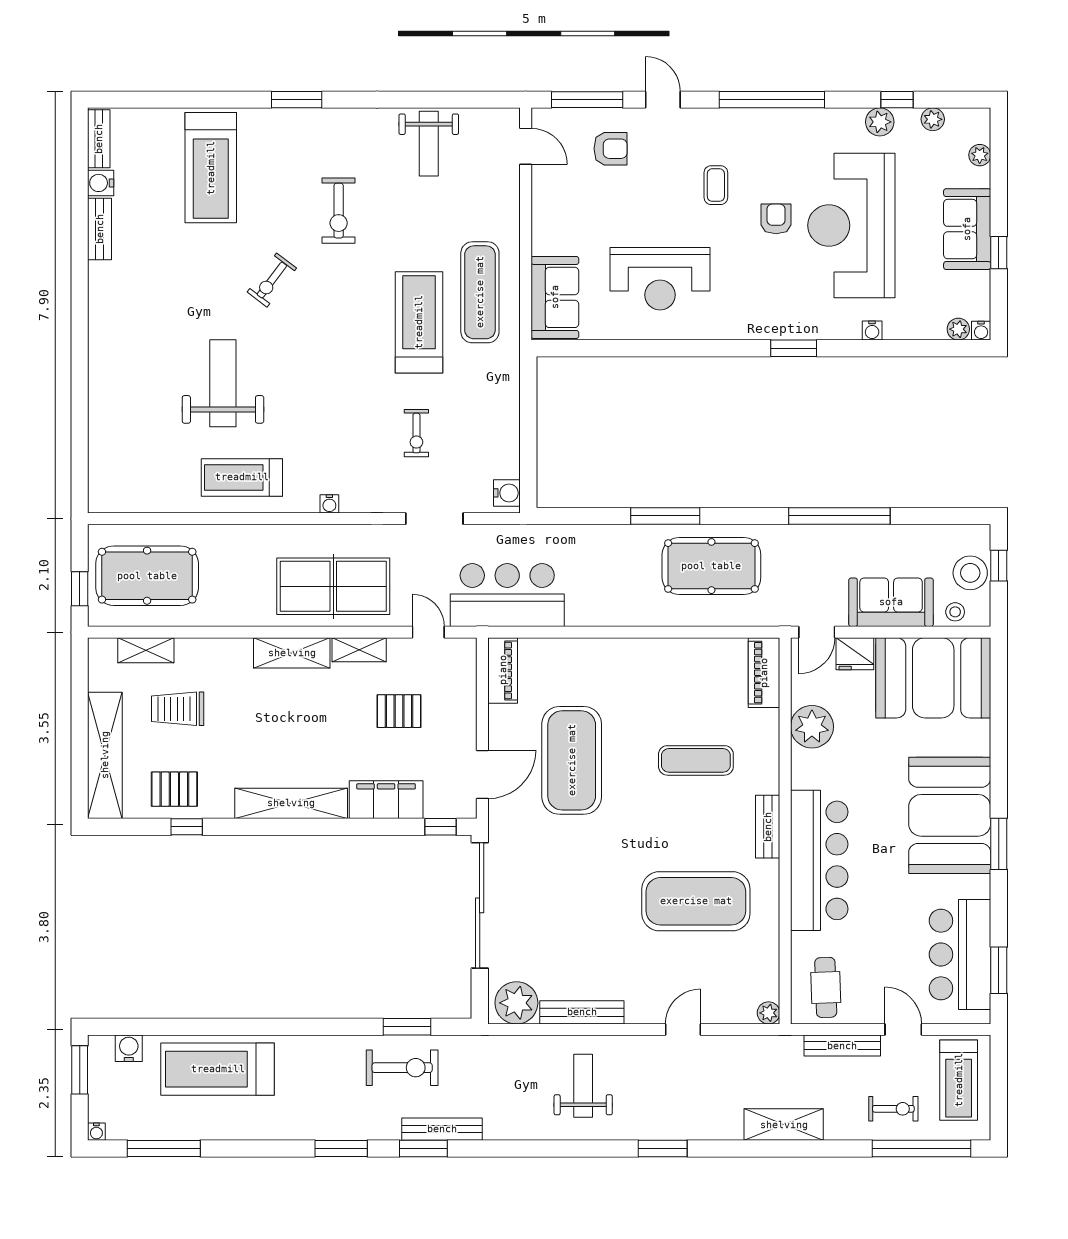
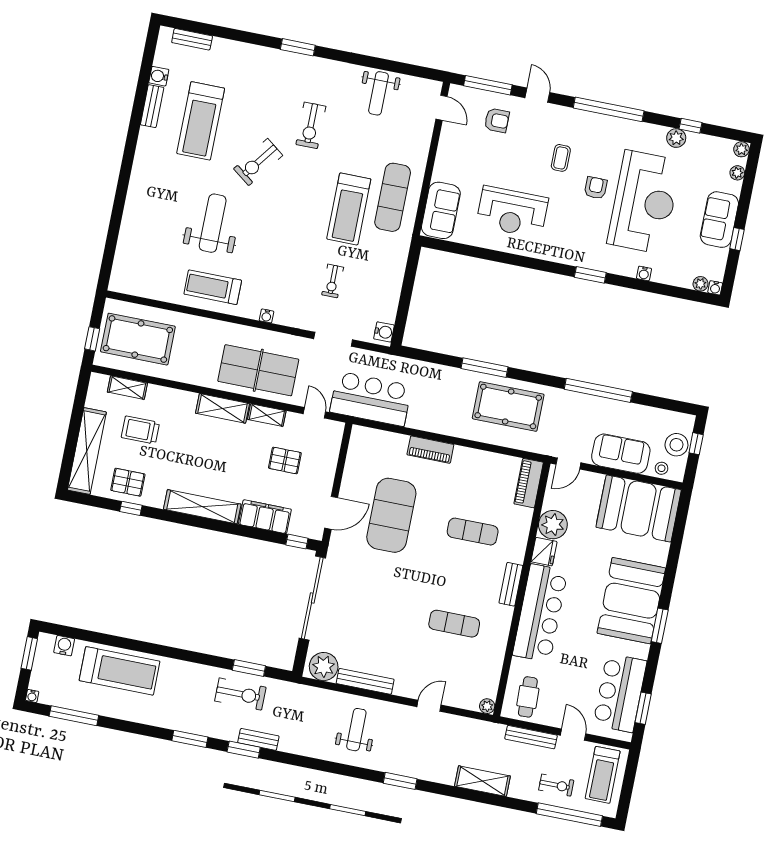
plant: (933, 119) -> (742, 149), moved
bench: (99, 139) -> (192, 39), moved, turned 90
treadmill: (211, 168) -> (201, 121), moved
reception desk: (851, 225) -> (644, 202), turned 180
exercise bike: (272, 280) -> (258, 162), width x1.38, depth x1.39
treadmill: (419, 322) -> (349, 209), turned 180
fridge: (855, 654) -> (544, 552), moved, turned -90
piano: (503, 670) -> (430, 450), moved, turned 90
exercise mat: (696, 901) -> (454, 624), width x0.50, depth x0.69
treadmill: (218, 1069) -> (120, 671), turned 180
bench: (442, 1129) -> (258, 739), width x0.73

